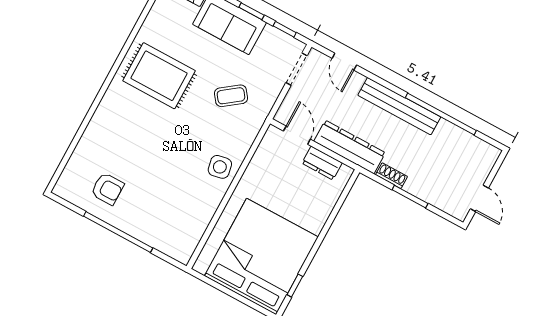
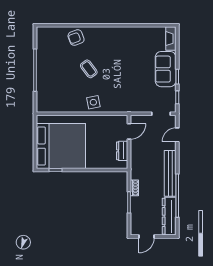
rug: (159, 76) -> (122, 49), removed
coffee table: (231, 96) -> (89, 69), moved
dresser: (350, 147) -> (169, 216), moved, turned 180
armchair: (107, 189) -> (76, 38), moved, turned 70

